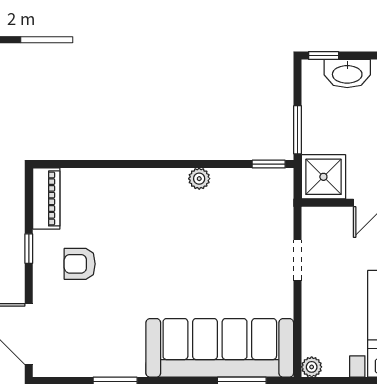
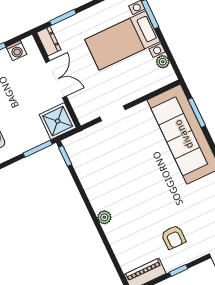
plant: (199, 179) -> (104, 217), moved
plant: (312, 367) -> (163, 62), moved

